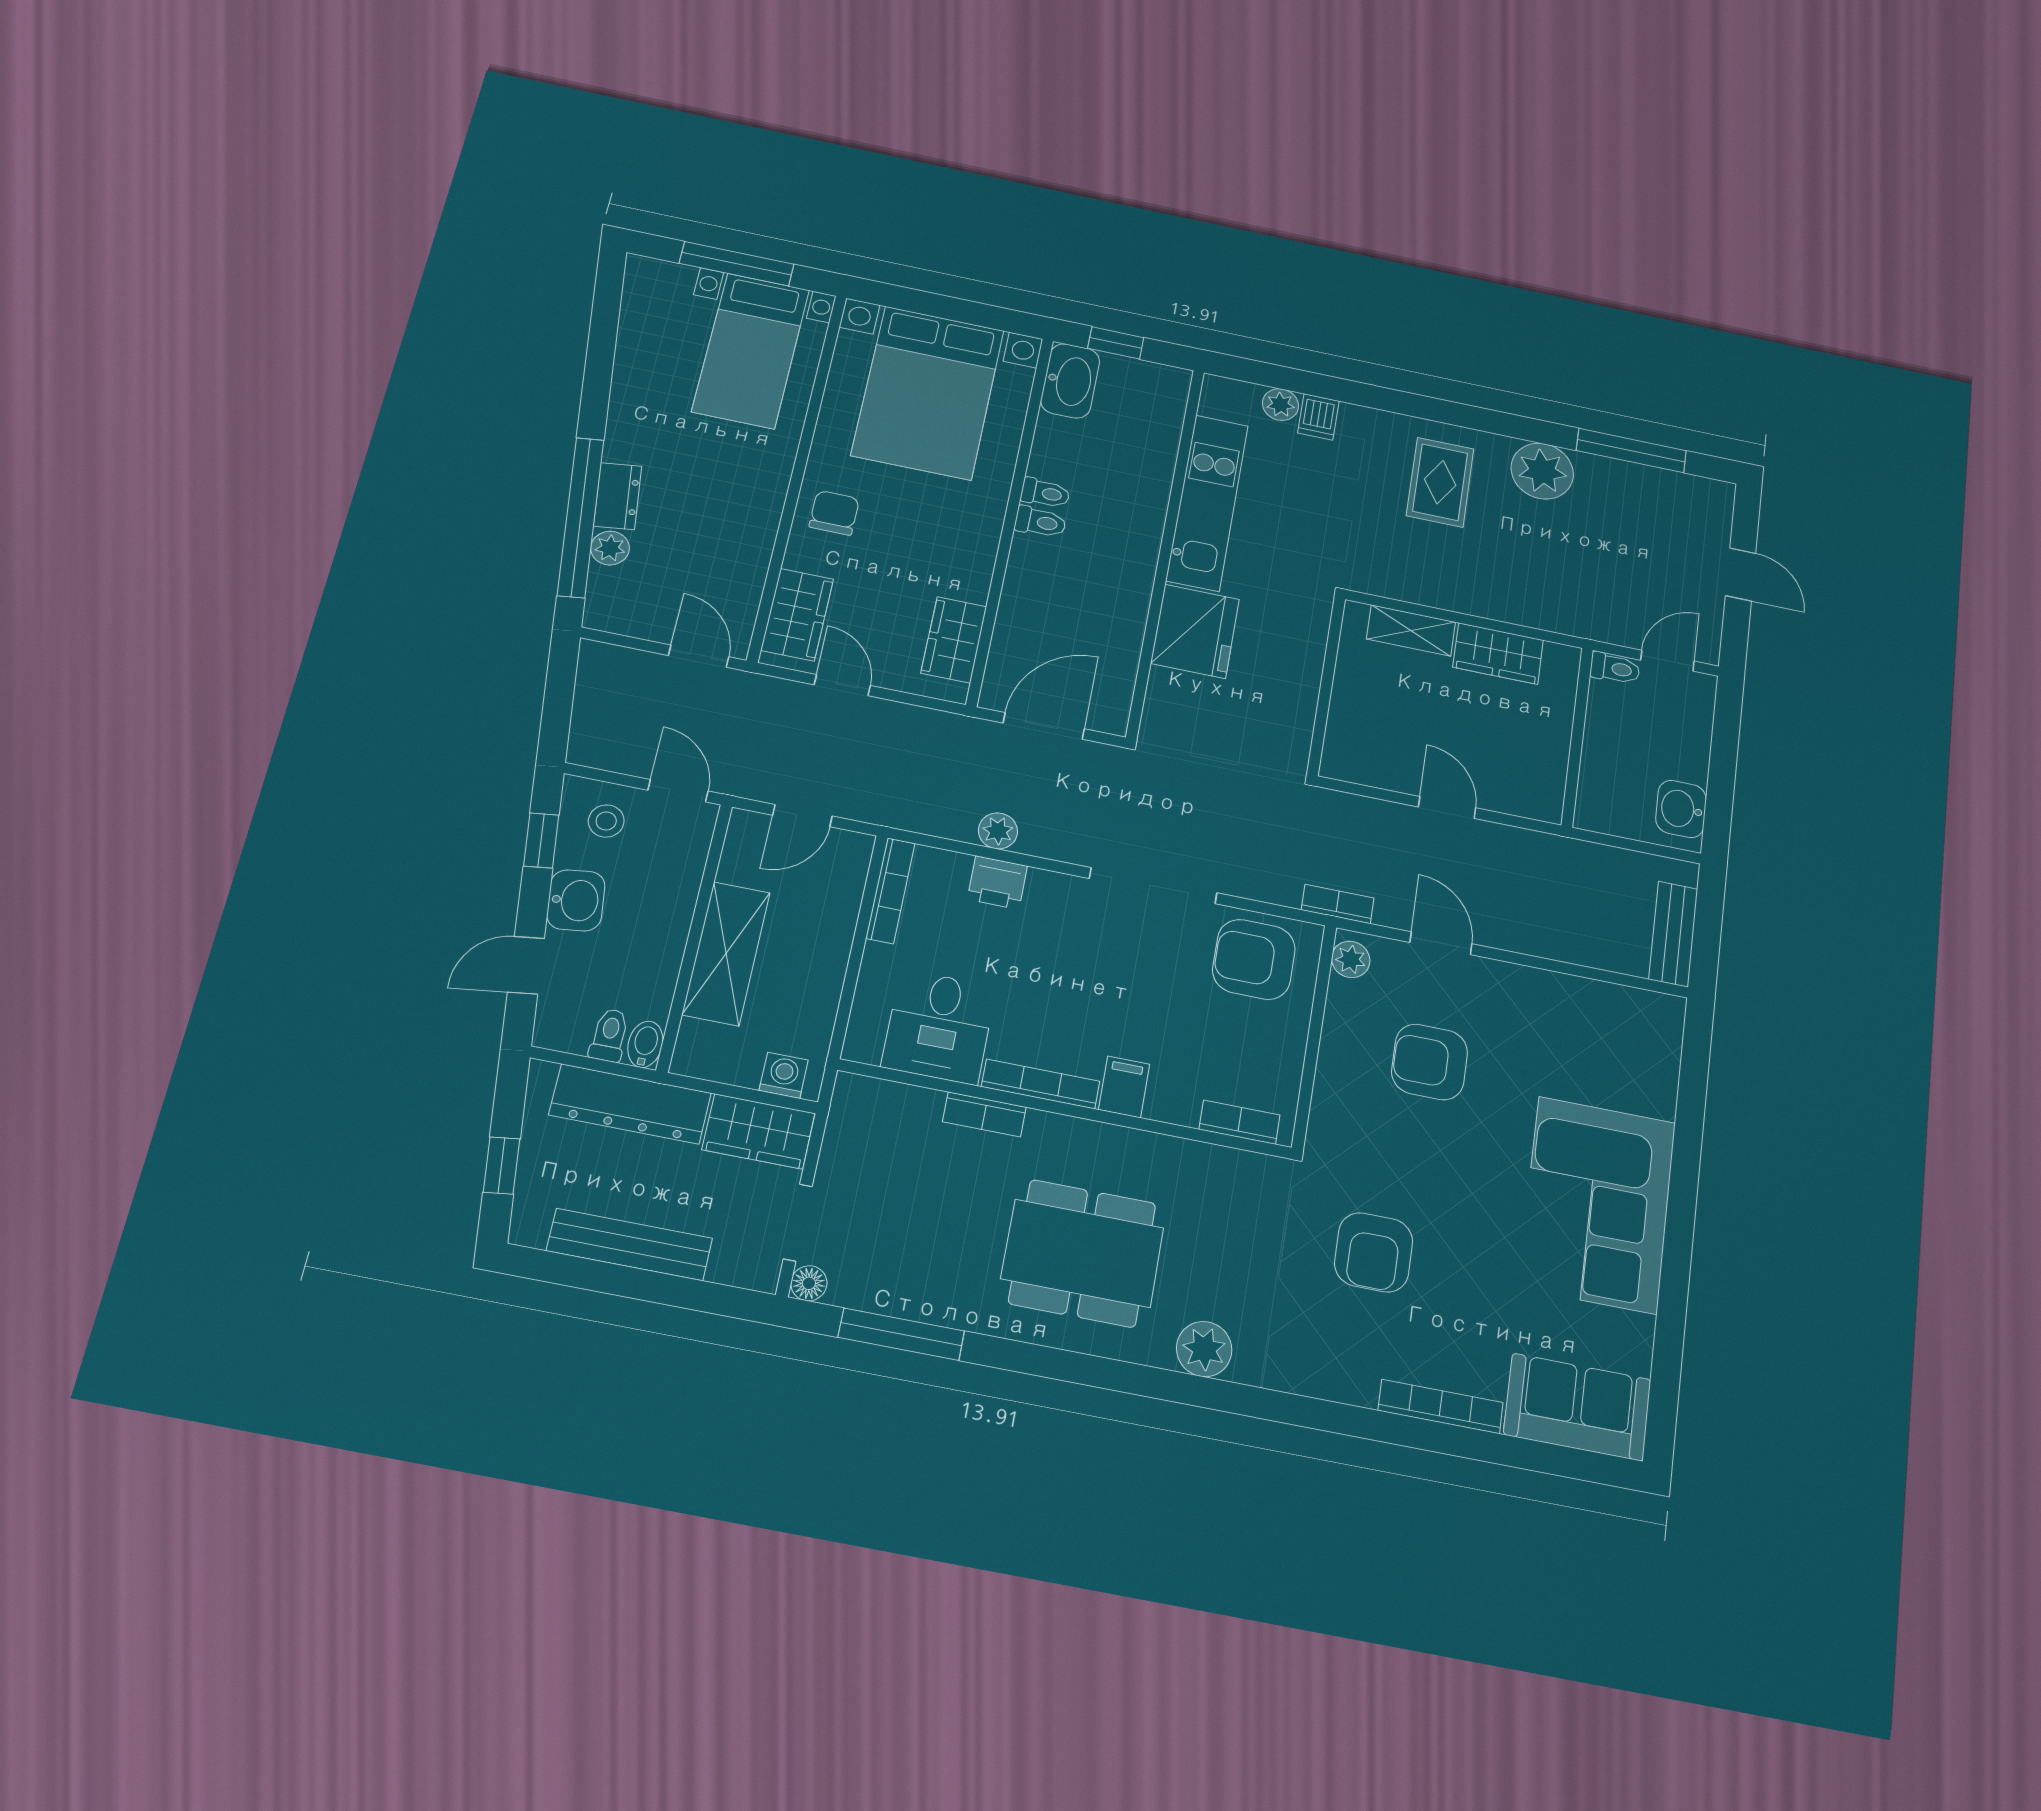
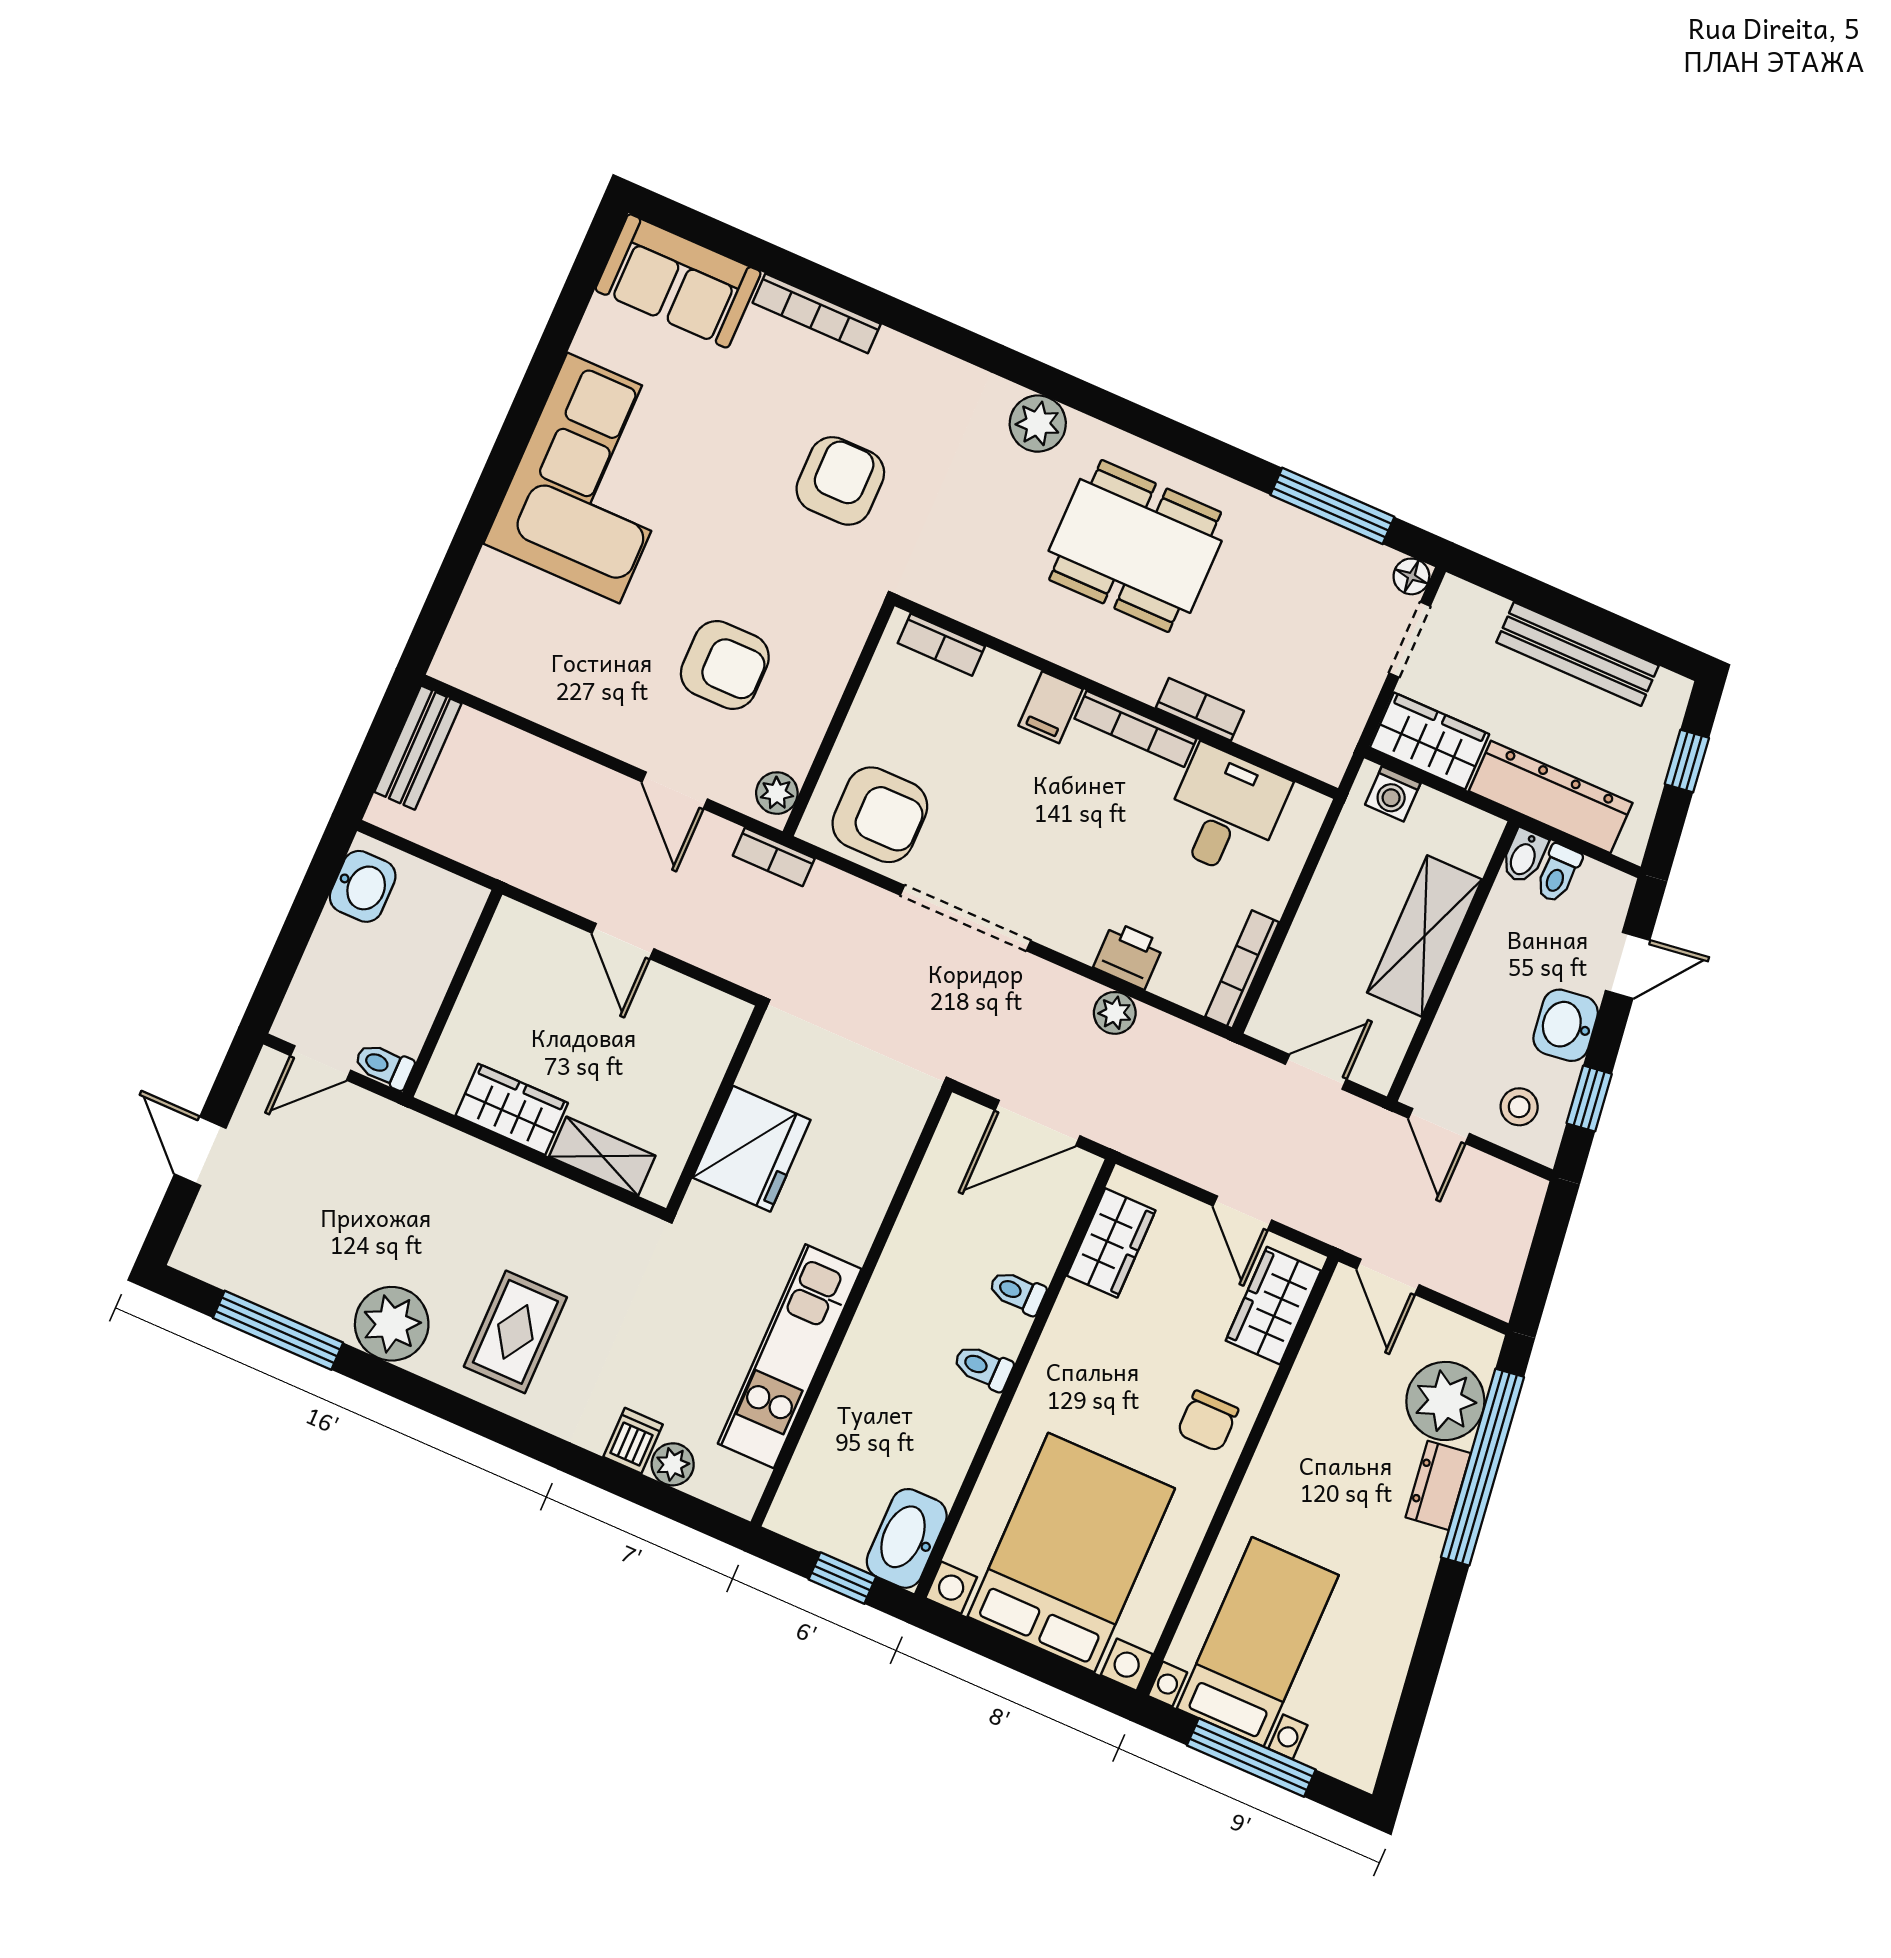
toilet: (1045, 493) -> (1017, 1292), moved
plant: (610, 548) -> (1445, 1401), width x1.88, depth x1.88
fridge: (1195, 631) -> (752, 1149), moved, turned 180

